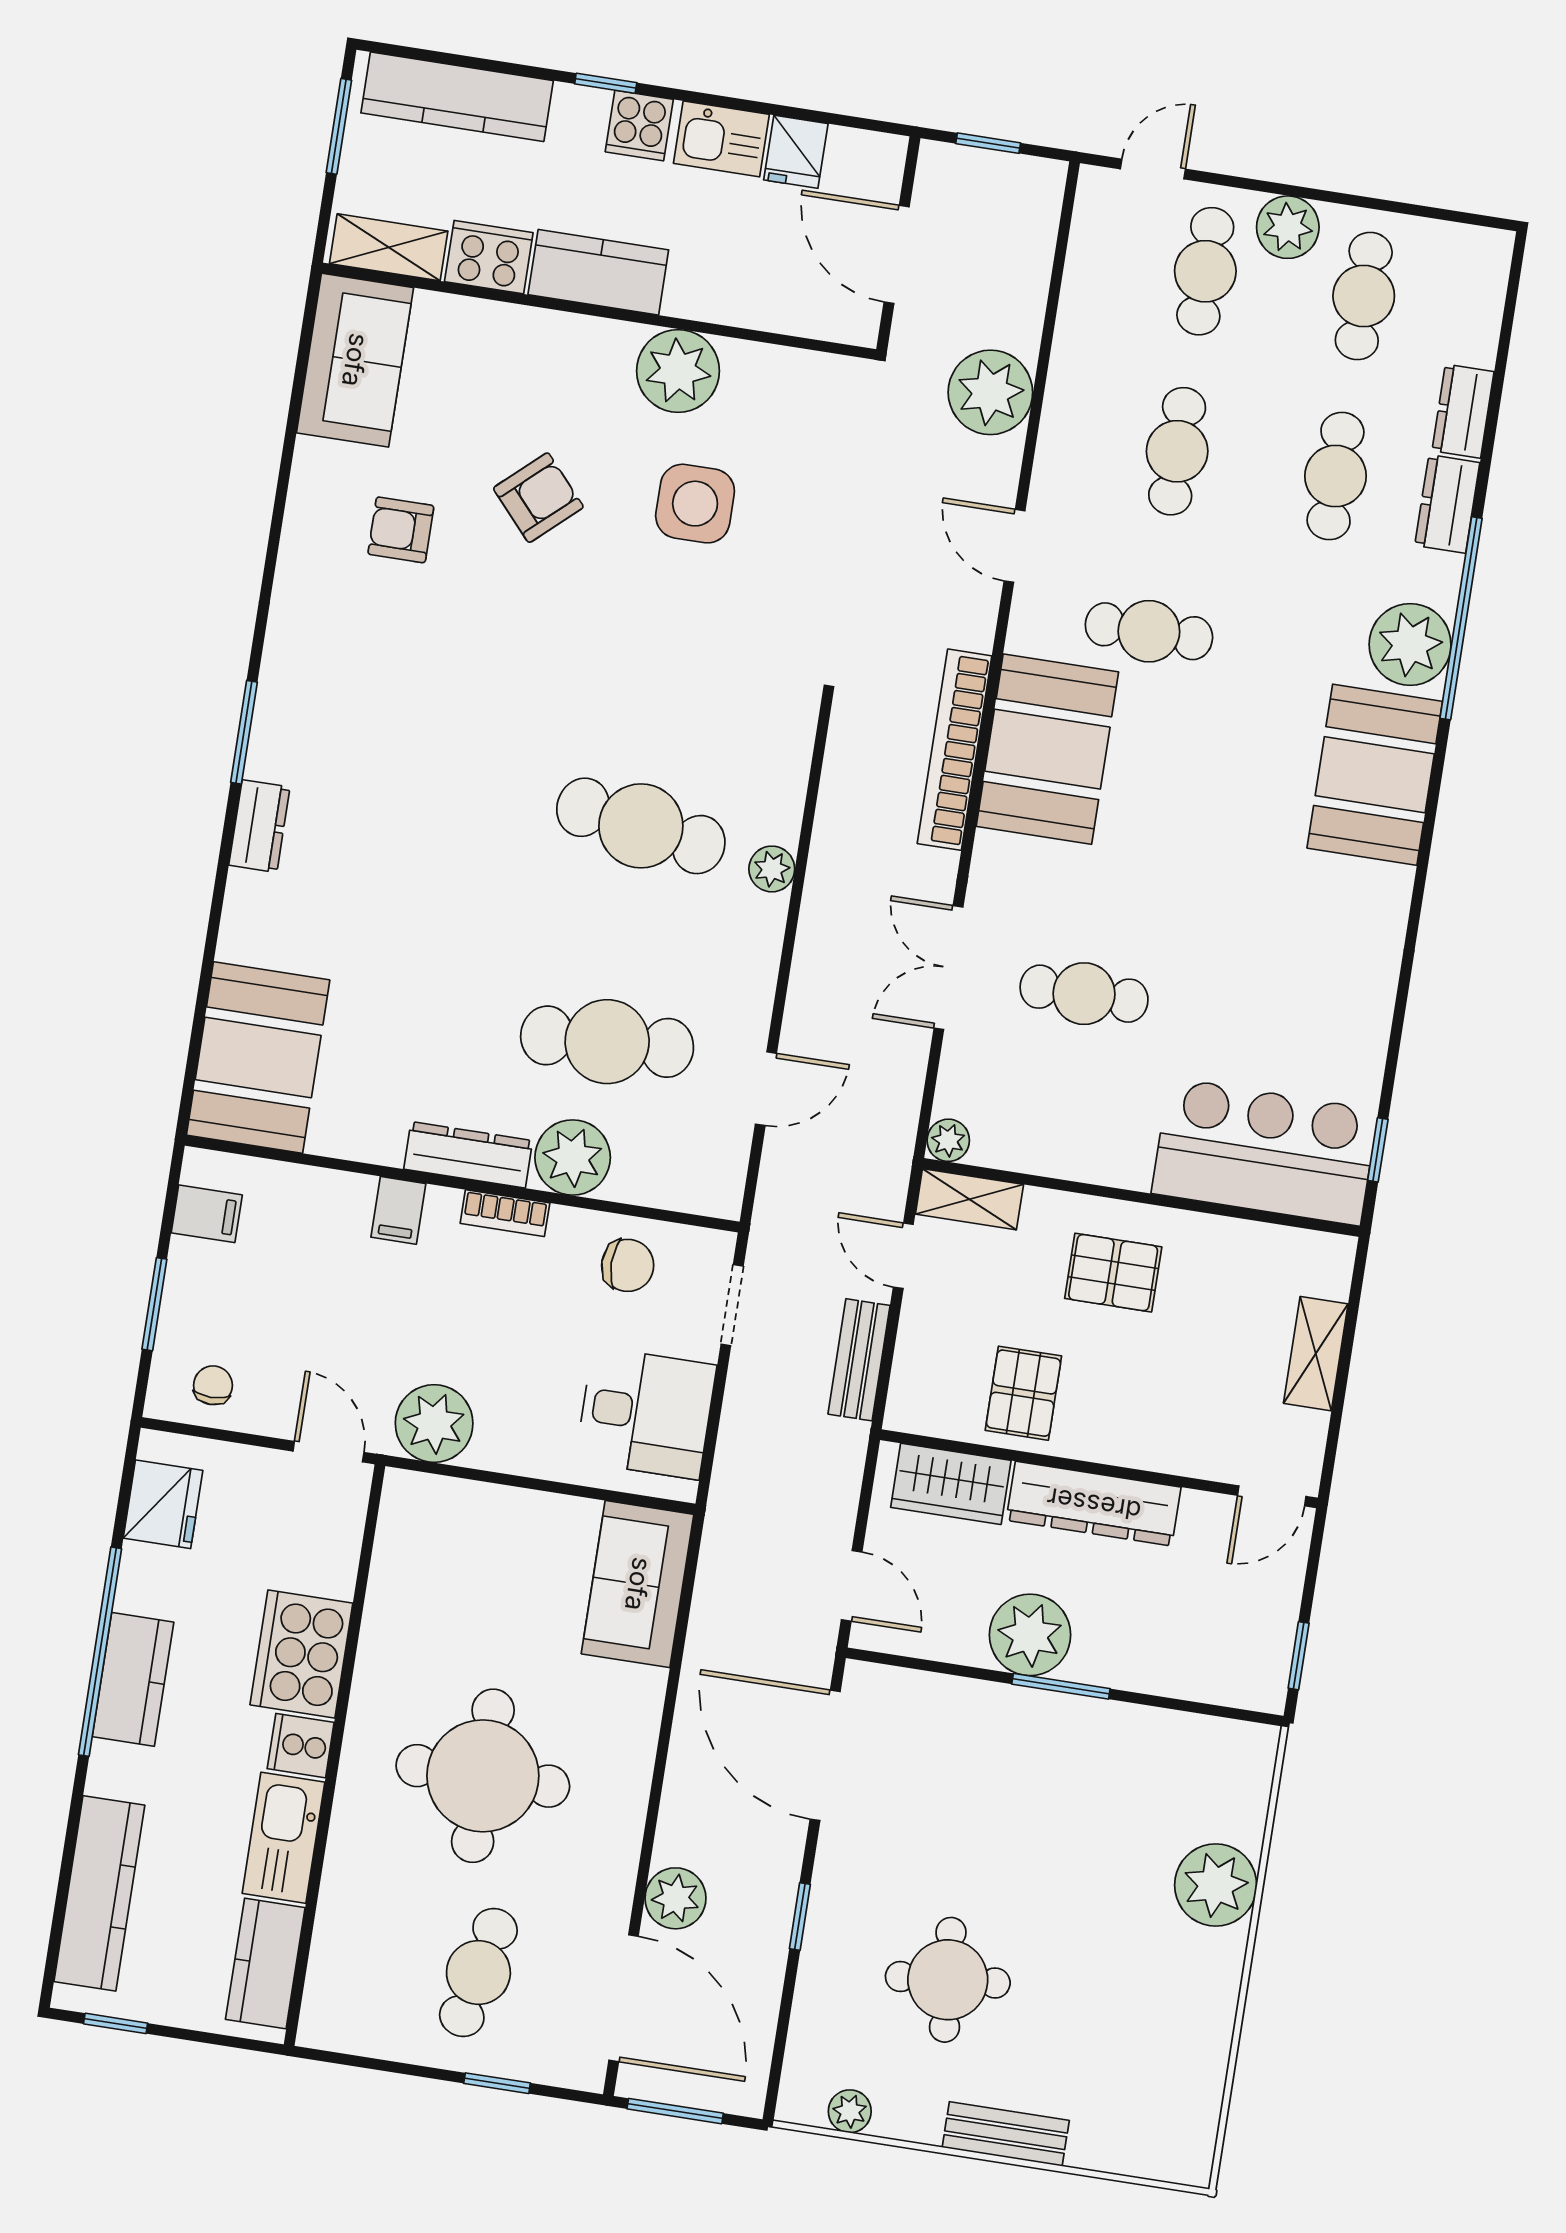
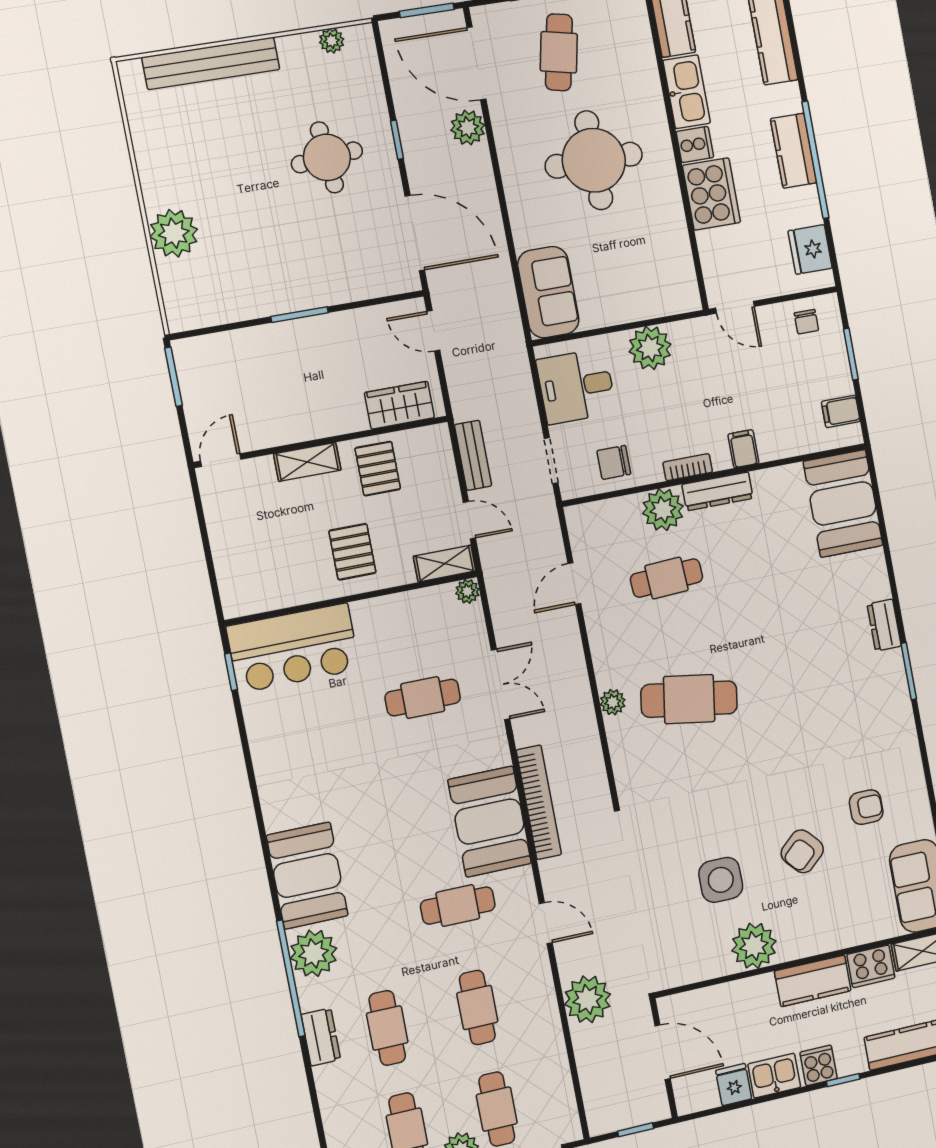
dresser: (1463, 411) -> (330, 1090), removed
cafe table: (607, 1042) -> (667, 578), width x0.73, depth x0.74
pallet: (1113, 1273) -> (352, 552), turned 90
shelving: (1316, 1354) -> (307, 462), moved, turned 90
plant: (434, 1423) -> (650, 348), moved
dresser: (1094, 1504) -> (318, 422), removed
plant: (1030, 1635) -> (327, 337), removed
window: (1299, 1656) -> (174, 377), width x1.50
round table: (948, 1980) -> (327, 157), moved
bench: (1006, 2134) -> (211, 63), width x1.86, depth x1.21

